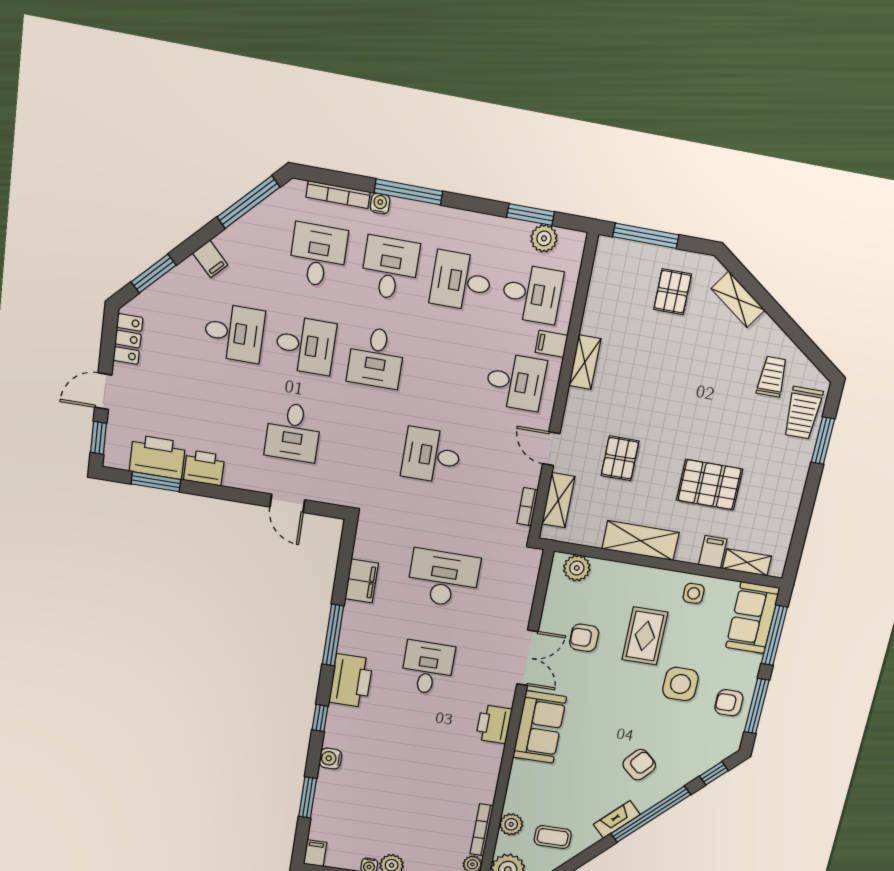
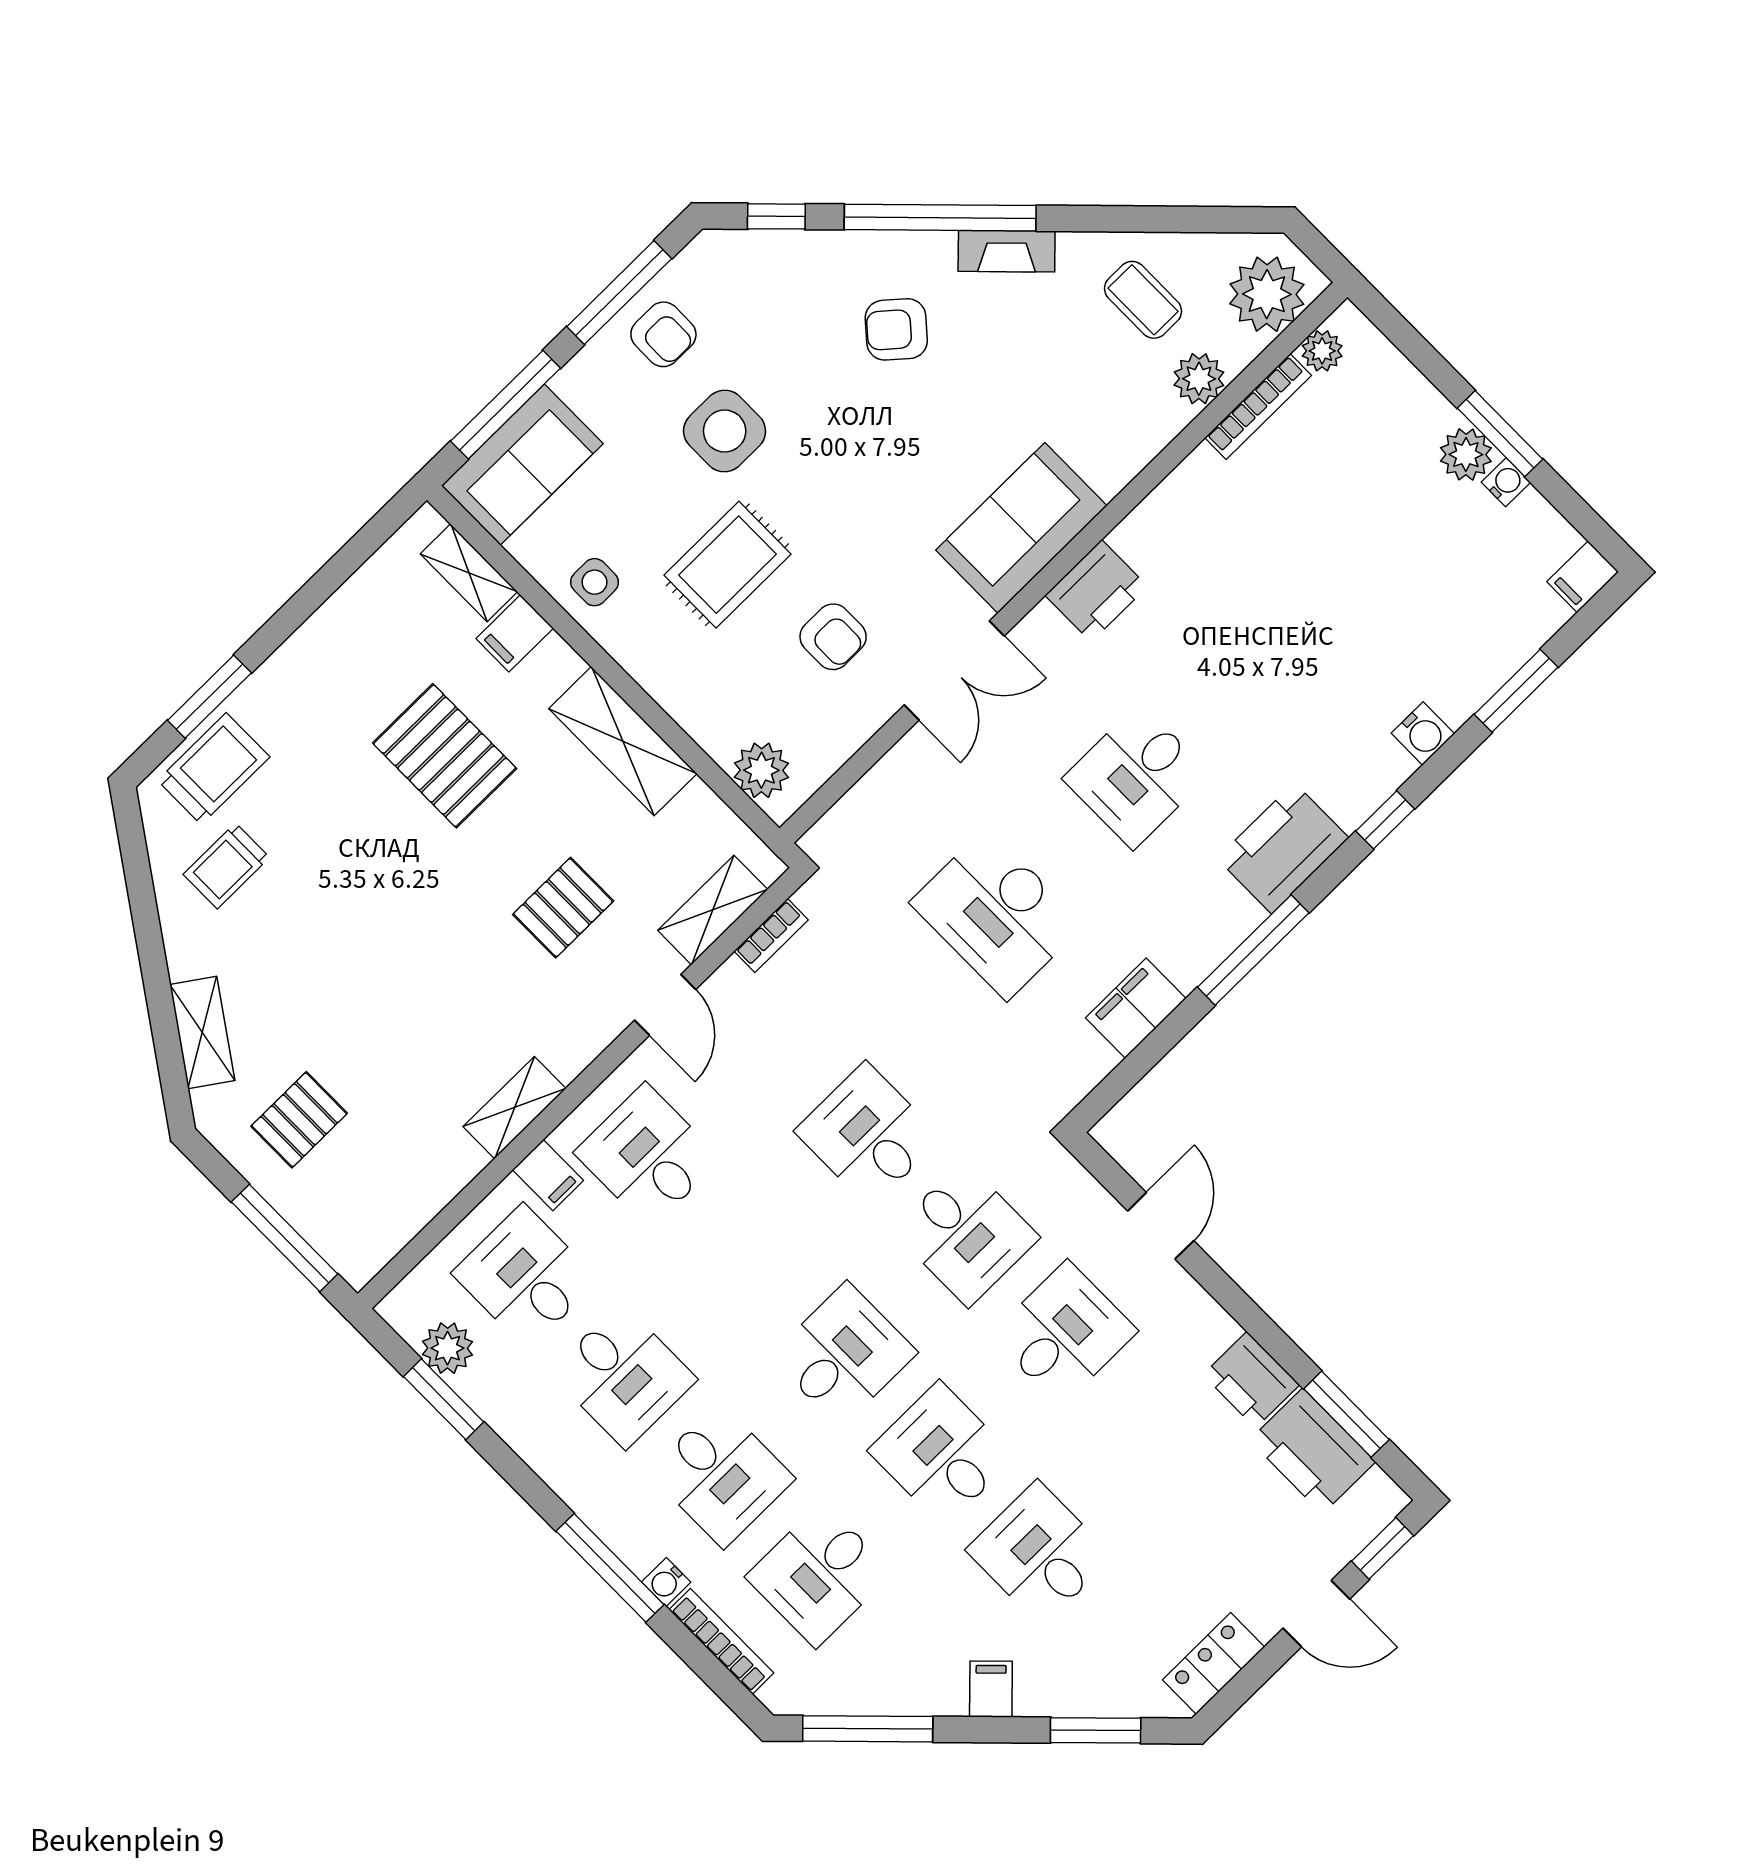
desk: (390, 268) -> (721, 1475), turned -90
desk: (363, 444) -> (966, 1234), added
desk: (431, 455) -> (868, 1135), turned 180
double door: (527, 658) -> (954, 670), swing flipped

